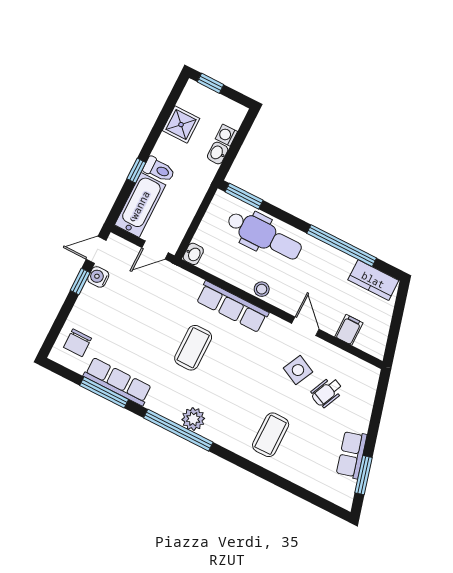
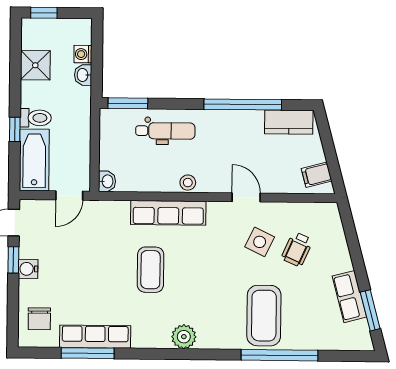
dental chair: (264, 235) -> (165, 131), width x0.73, depth x0.72
water cooler: (98, 277) -> (28, 269), moved
filing cabinet: (349, 330) -> (317, 175), moved, turned -105
window: (178, 430) -> (279, 355), moved
coffee table: (271, 435) -> (264, 316), width x1.36, depth x1.32

